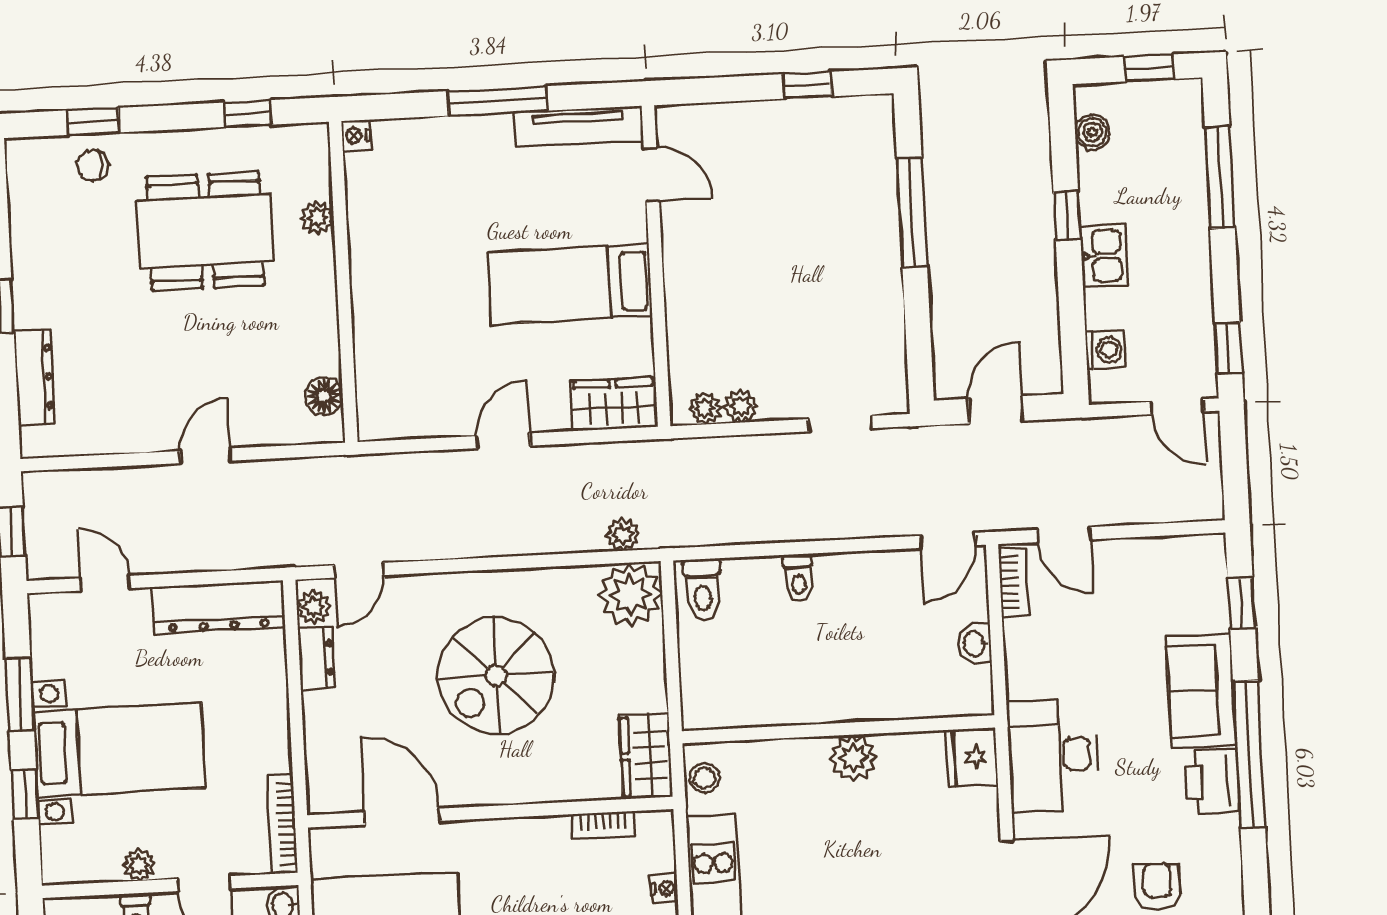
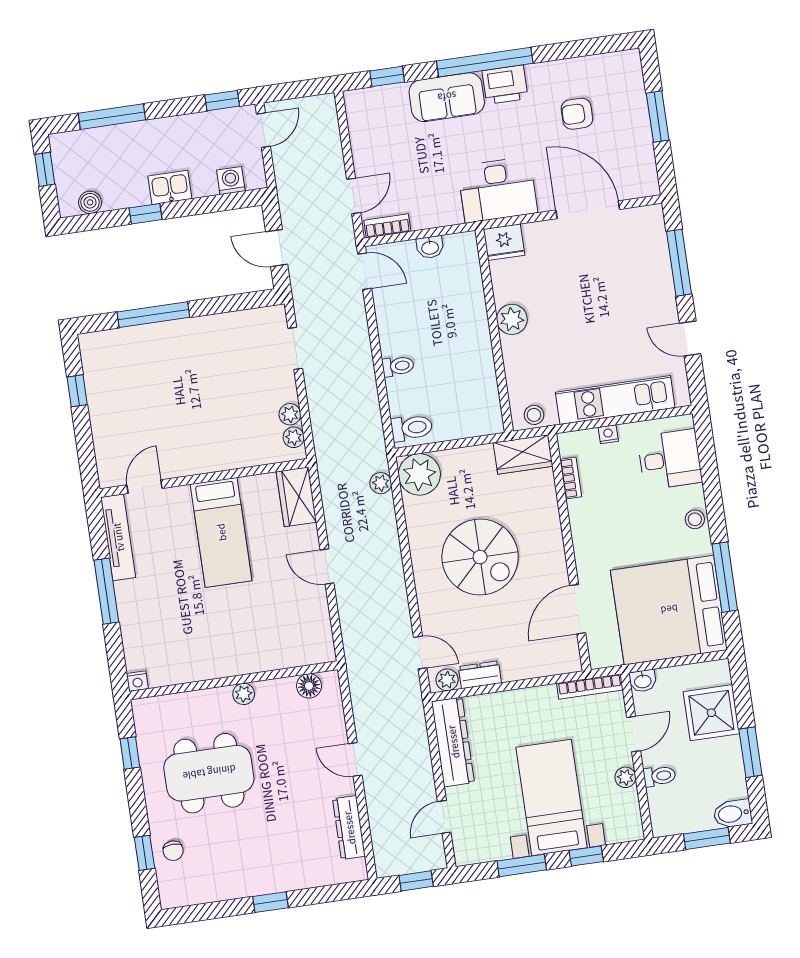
plant: (317, 218) -> (244, 694), moved
dining table: (206, 231) -> (209, 773), turned 90
dresser: (34, 377) -> (349, 828), moved, turned -90

